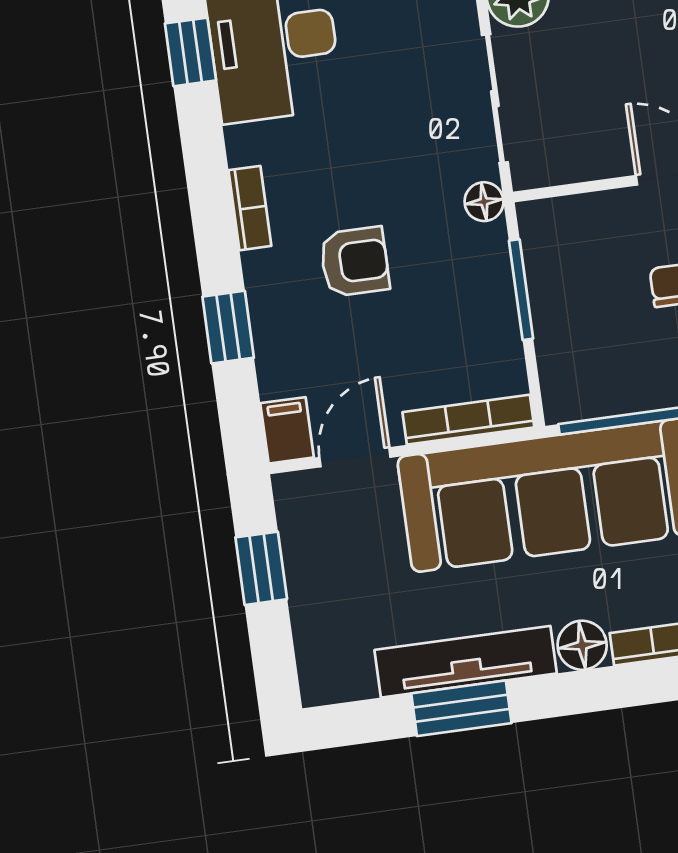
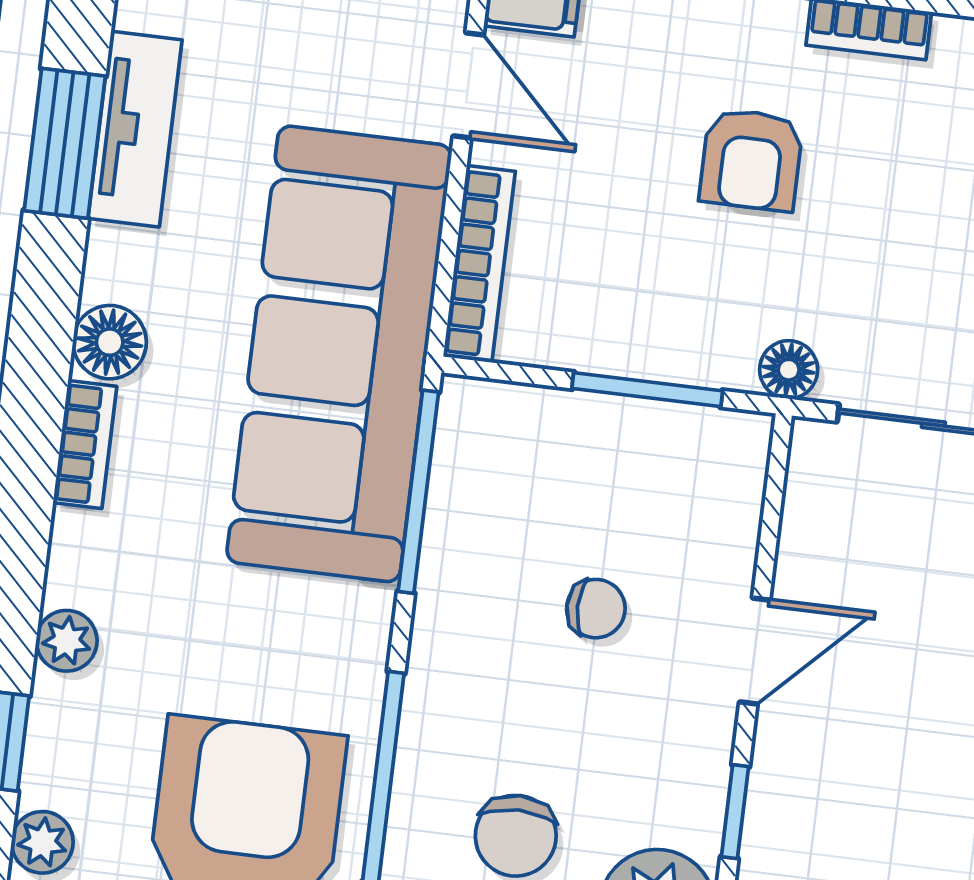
tv unit: (466, 662) -> (135, 129), width x0.71

